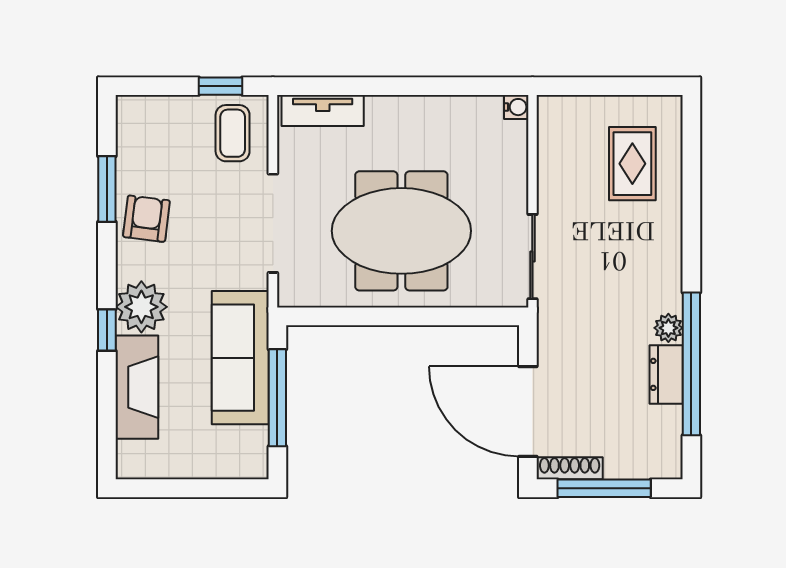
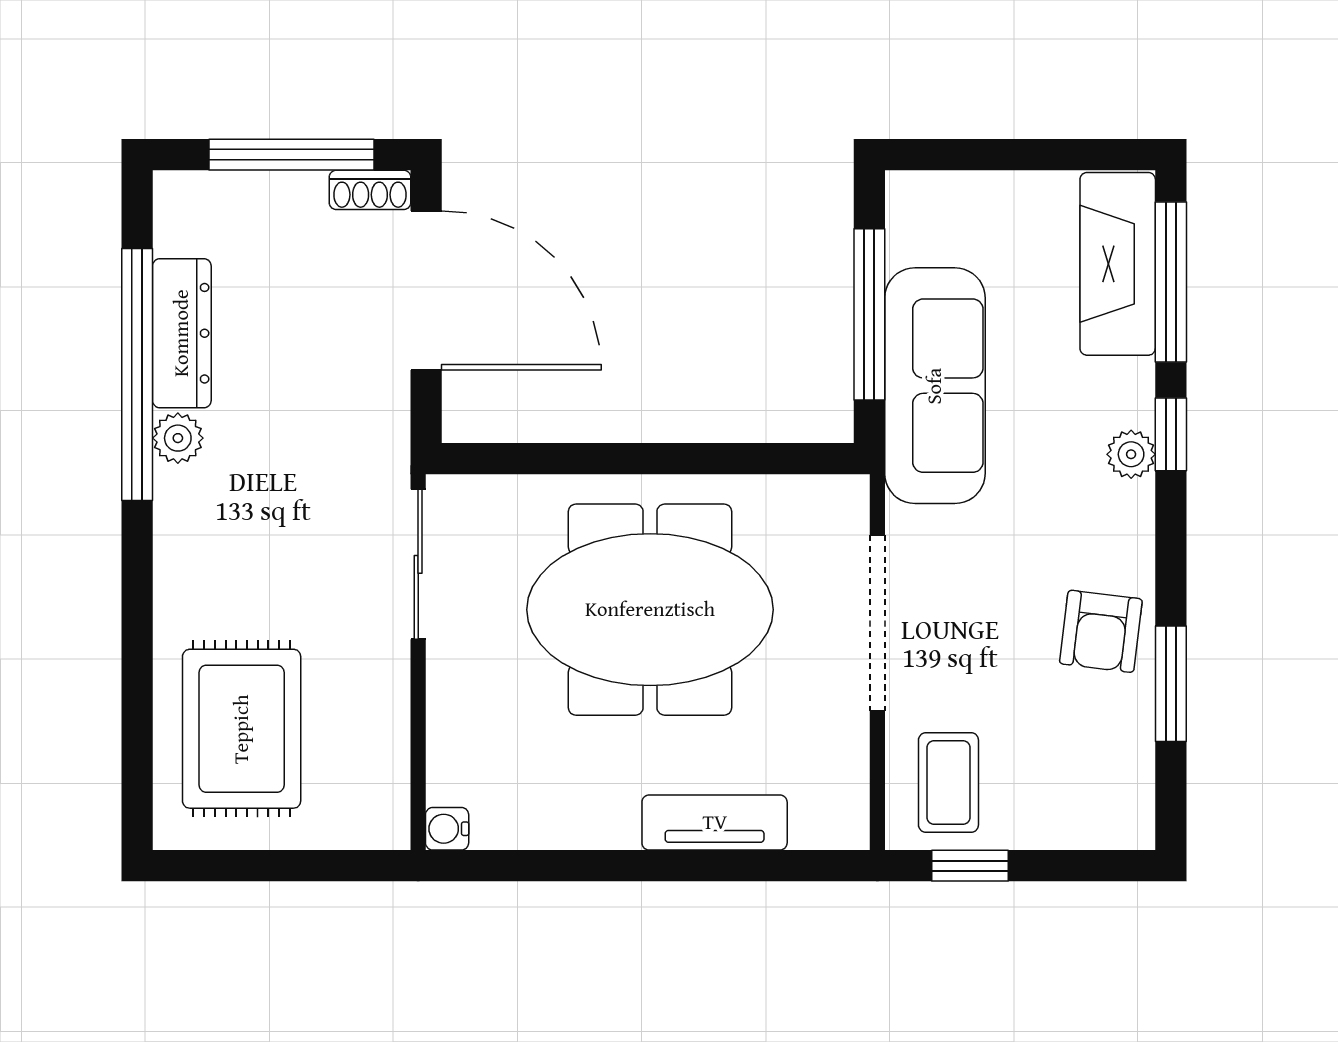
tv unit: (323, 111) -> (715, 823), moved
rug: (632, 164) -> (242, 729), width x1.36, depth x1.43
plant: (141, 307) -> (1131, 454), width x0.53, depth x0.53
dresser: (666, 374) -> (182, 333), width x1.44
fireplace: (137, 387) -> (1118, 264), moved
window: (107, 416) -> (1171, 282), added
shoe rack: (570, 468) -> (370, 190), width x0.70

